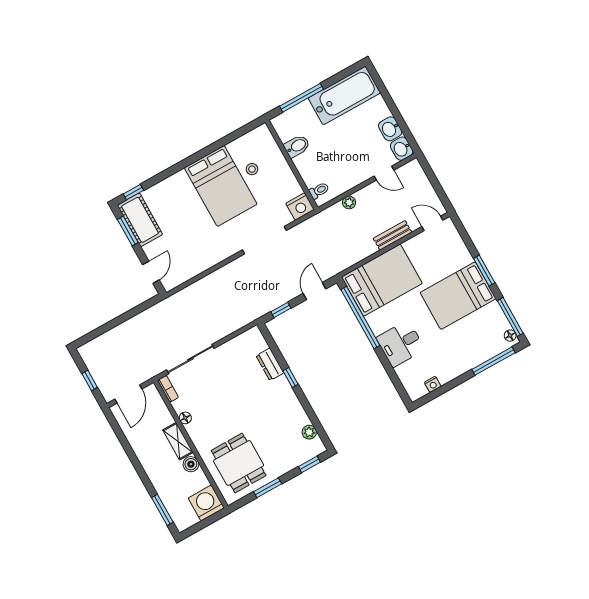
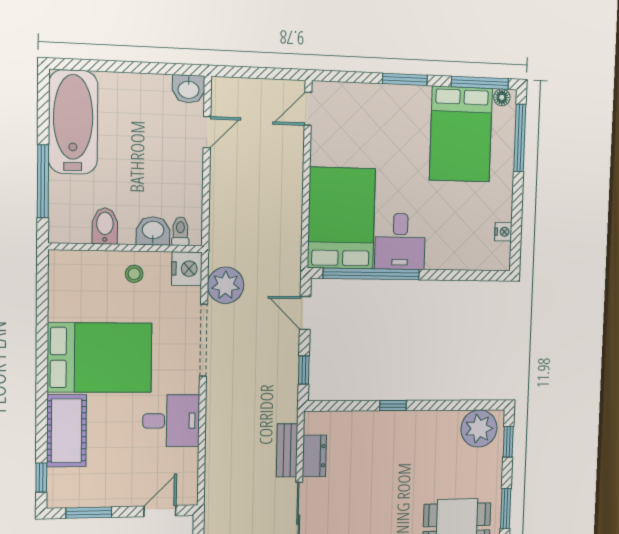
washbasin: (390, 129) -> (153, 231), moved, turned 180
stool: (252, 169) -> (134, 274), moved
plant: (349, 202) -> (226, 285), moved, width x1.88, depth x1.88
cot: (140, 220) -> (66, 431), moved, turned 90
bench: (393, 235) -> (287, 450), moved
desk: (207, 248) -> (171, 421), added
door: (151, 272) -> (160, 511), hinge flipped
bed: (458, 296) -> (461, 134), moved
desk: (401, 344) -> (400, 241), moved
dresser: (270, 364) -> (314, 456), moved, turned -90
plant: (309, 432) -> (479, 429), width x1.88, depth x1.88

